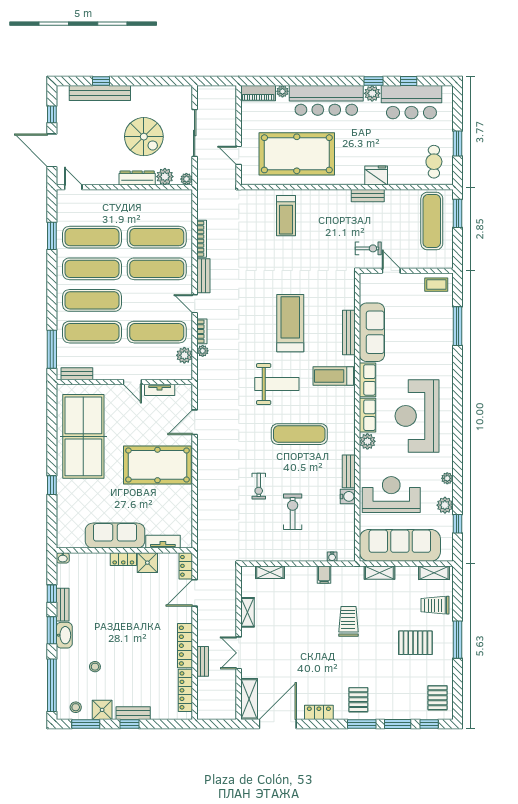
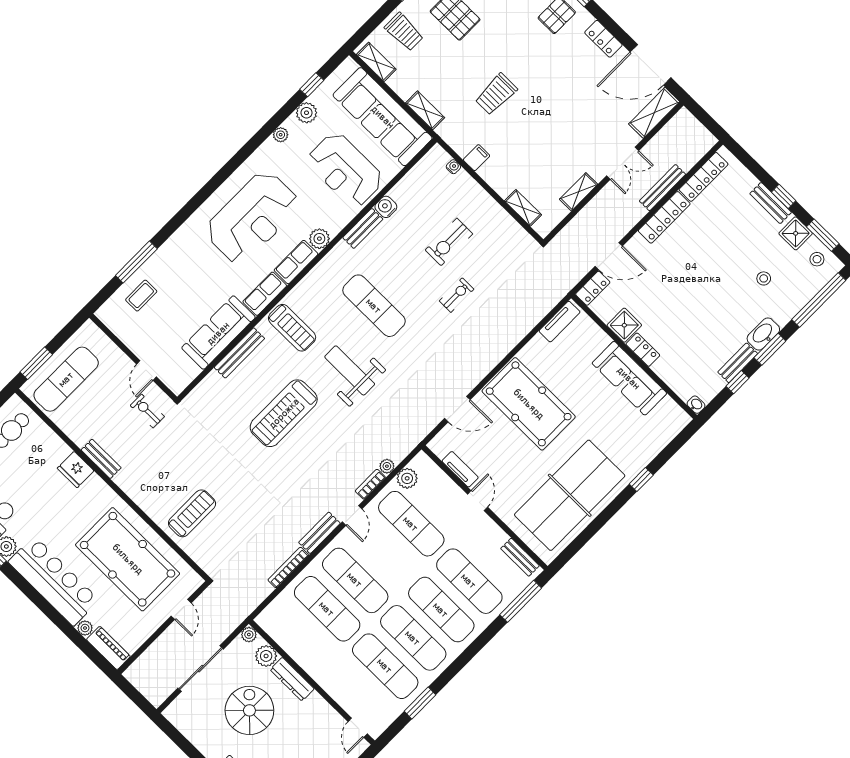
coffee table: (436, 285) -> (141, 296), moved, turned 90
tv unit: (163, 542) -> (560, 322), moved, turned -90
bench: (203, 661) -> (662, 188), width x1.36

